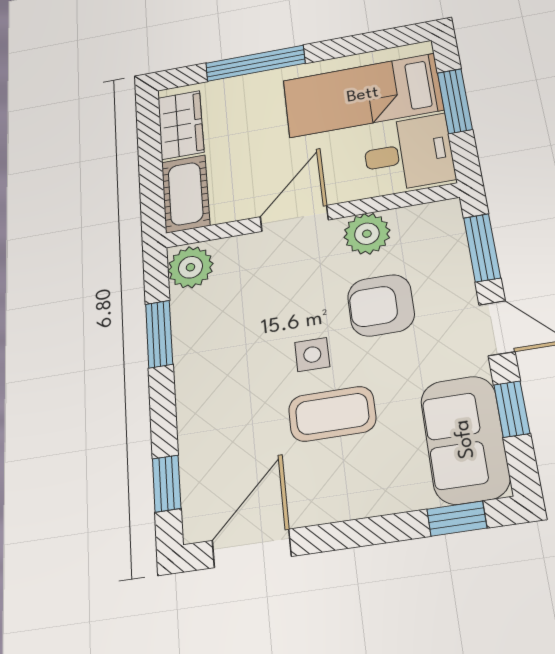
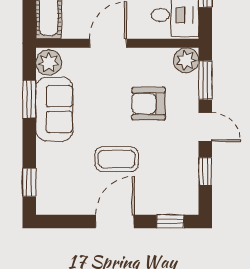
plant: (367, 234) -> (186, 60), moved
side table: (312, 355) -> (110, 125), removed
sofa: (465, 439) -> (54, 109), moved, turned 180
door: (252, 548) -> (115, 221), moved

